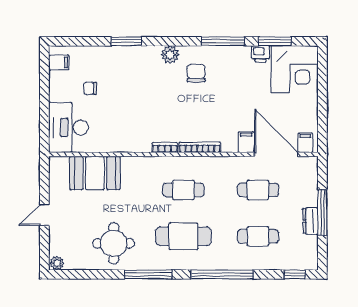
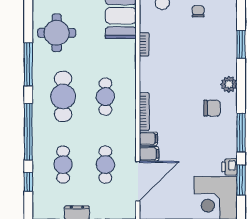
filing cabinet: (305, 143) -> (148, 139), moved
bookcase: (165, 148) -> (144, 44), moved
window: (295, 274) -> (28, 182), moved

